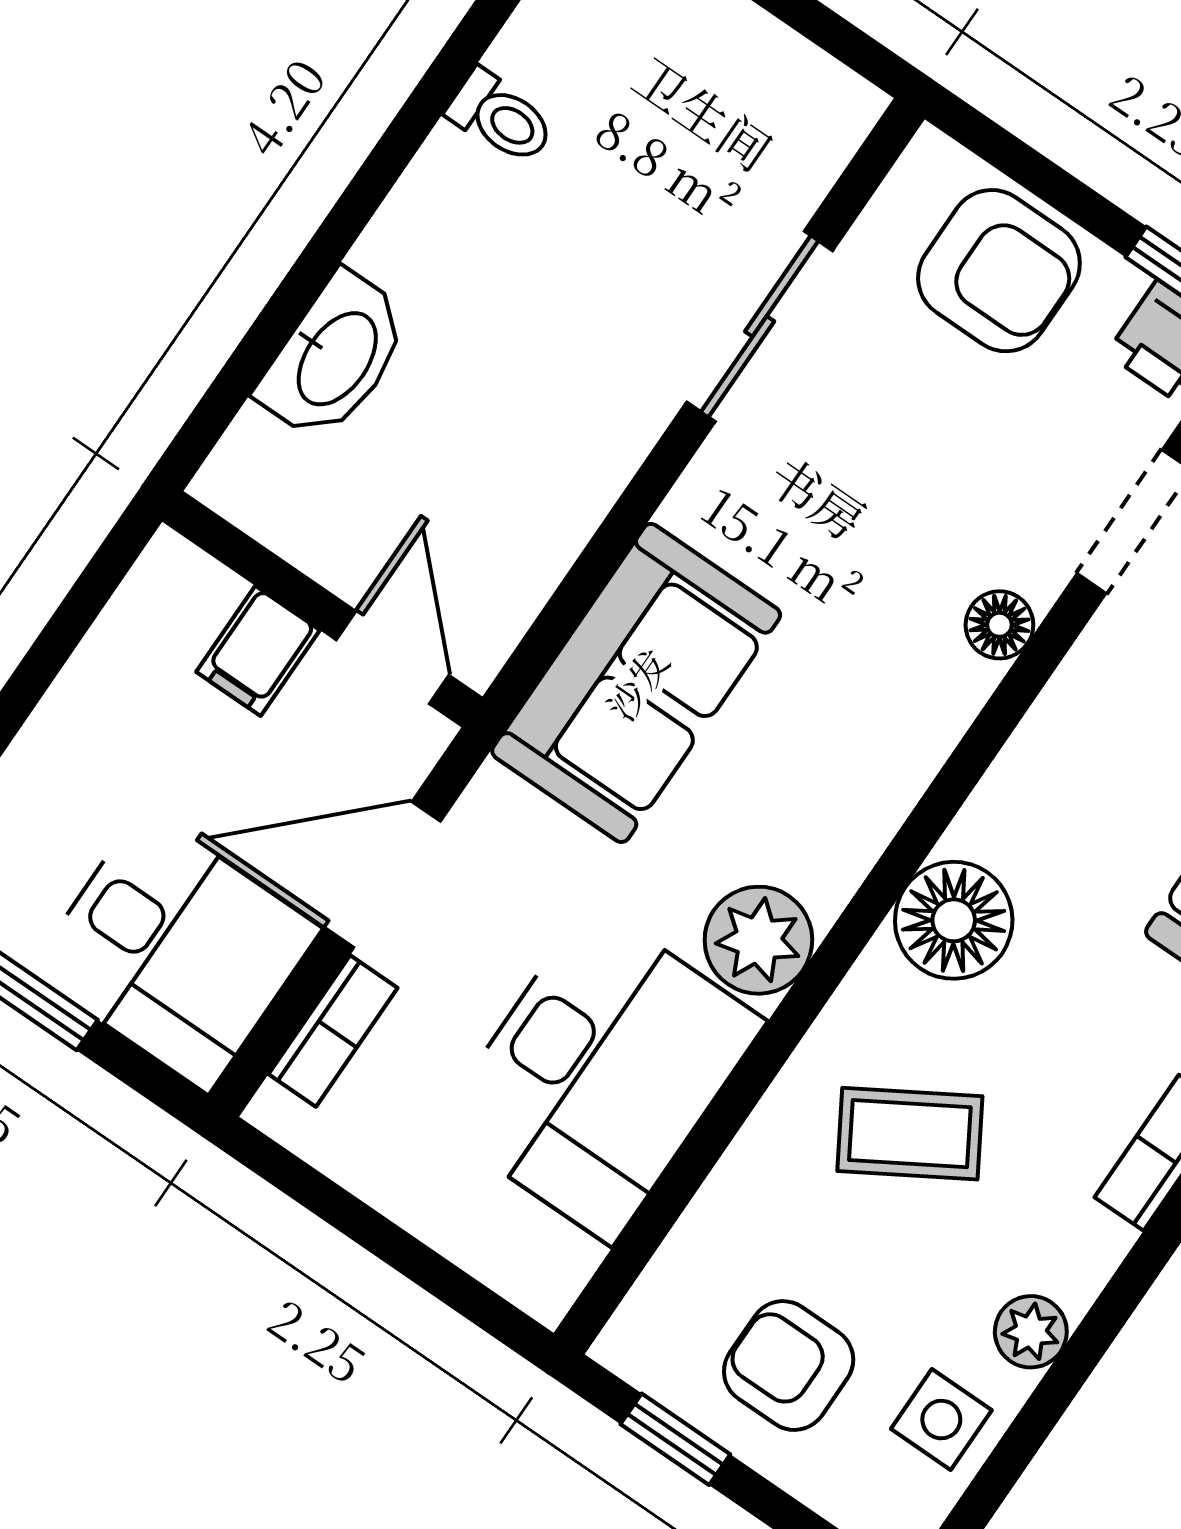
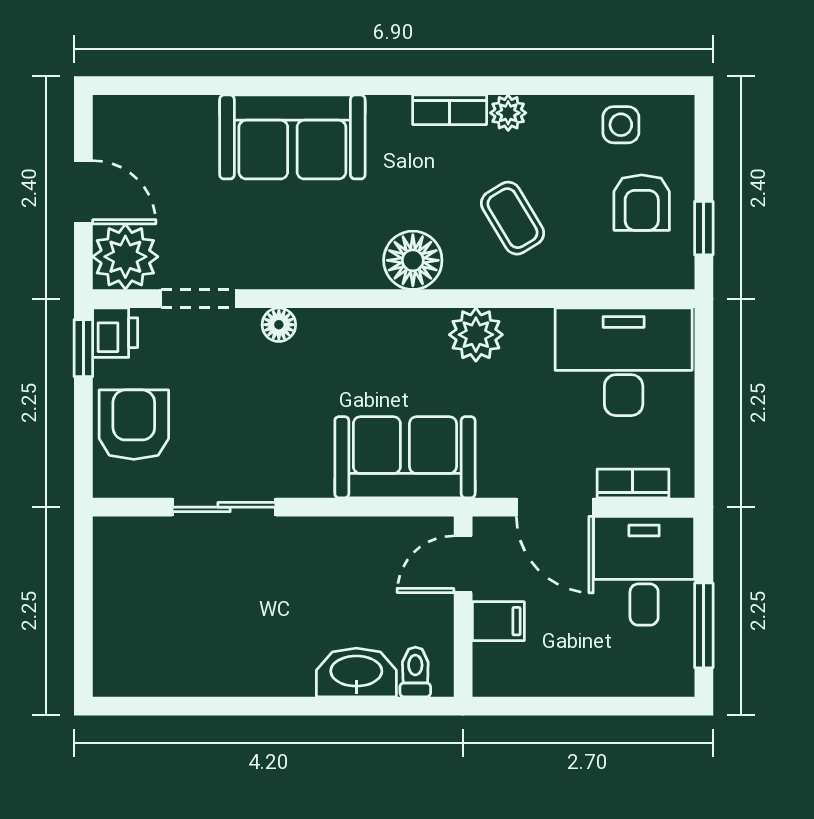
toilet: (501, 117) -> (415, 672), moved
desk: (601, 1073) -> (624, 362), moved
plant: (1031, 1332) -> (508, 113), moved

